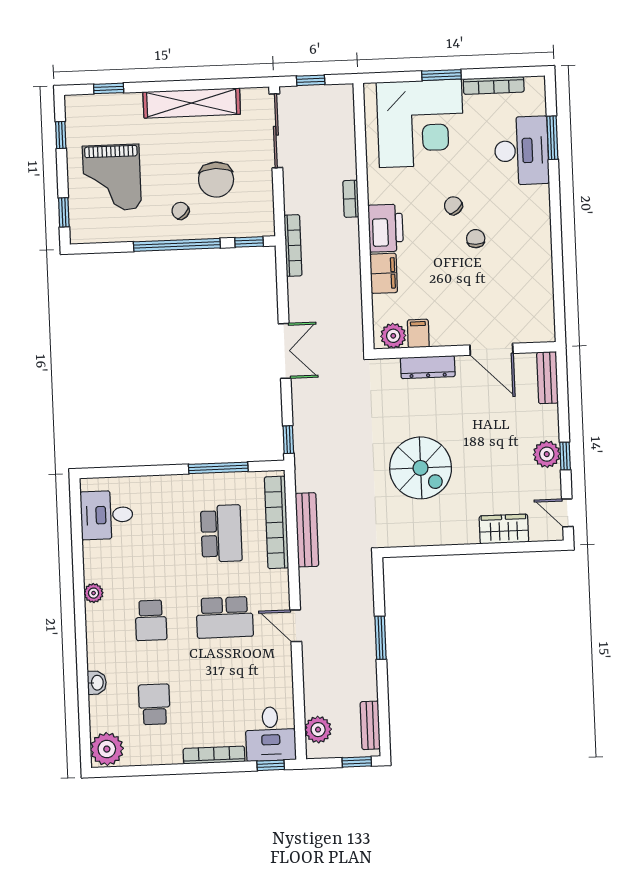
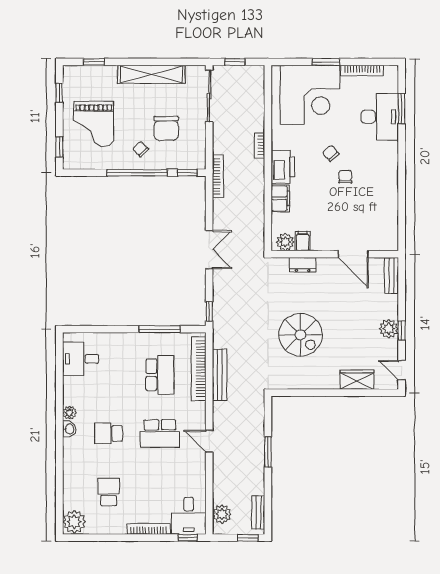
dresser: (428, 367) -> (303, 265), width x0.70
school desk: (151, 620) -> (109, 433), turned 90
washbasin: (97, 683) -> (69, 429), moved

